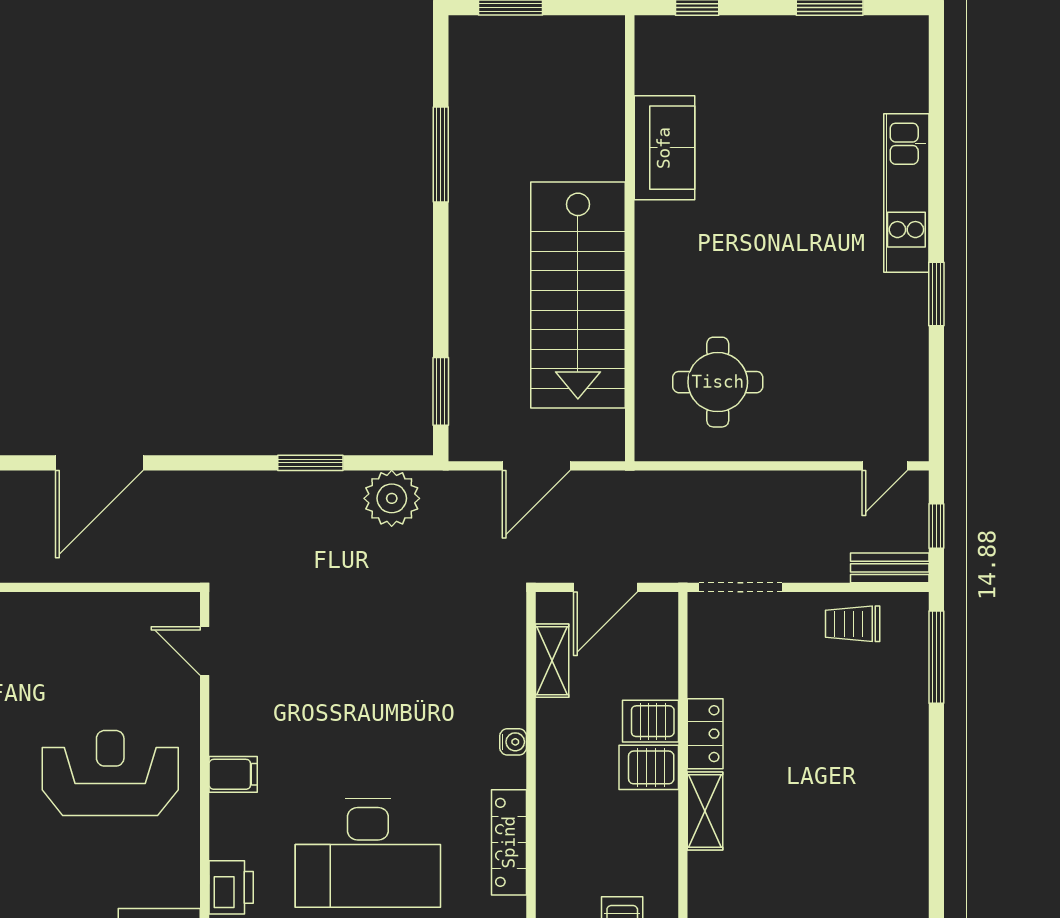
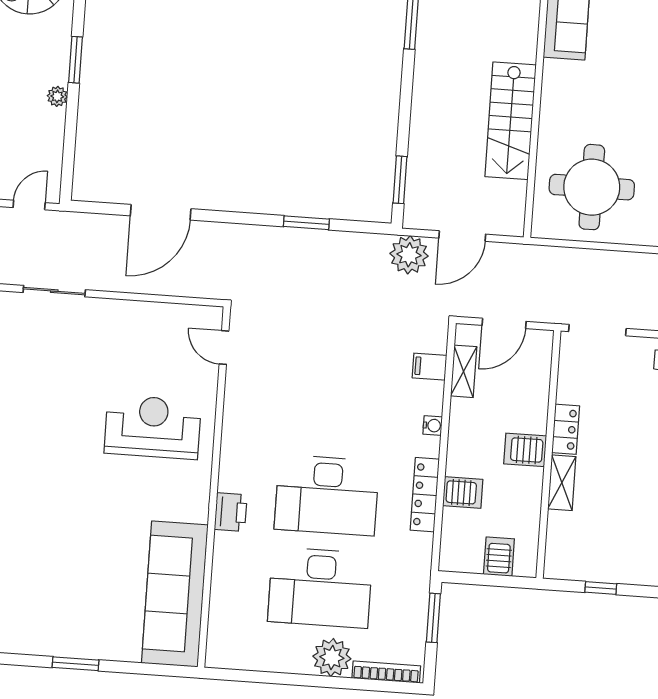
stairs: (578, 295) -> (511, 121), width x0.73, depth x0.66
round table: (718, 382) -> (592, 187), width x1.36, depth x1.36
plant: (392, 498) -> (409, 255), moved
server rack: (650, 721) -> (463, 493), moved, turned 180
filing cabinet: (233, 774) -> (429, 367), moved, turned 180

